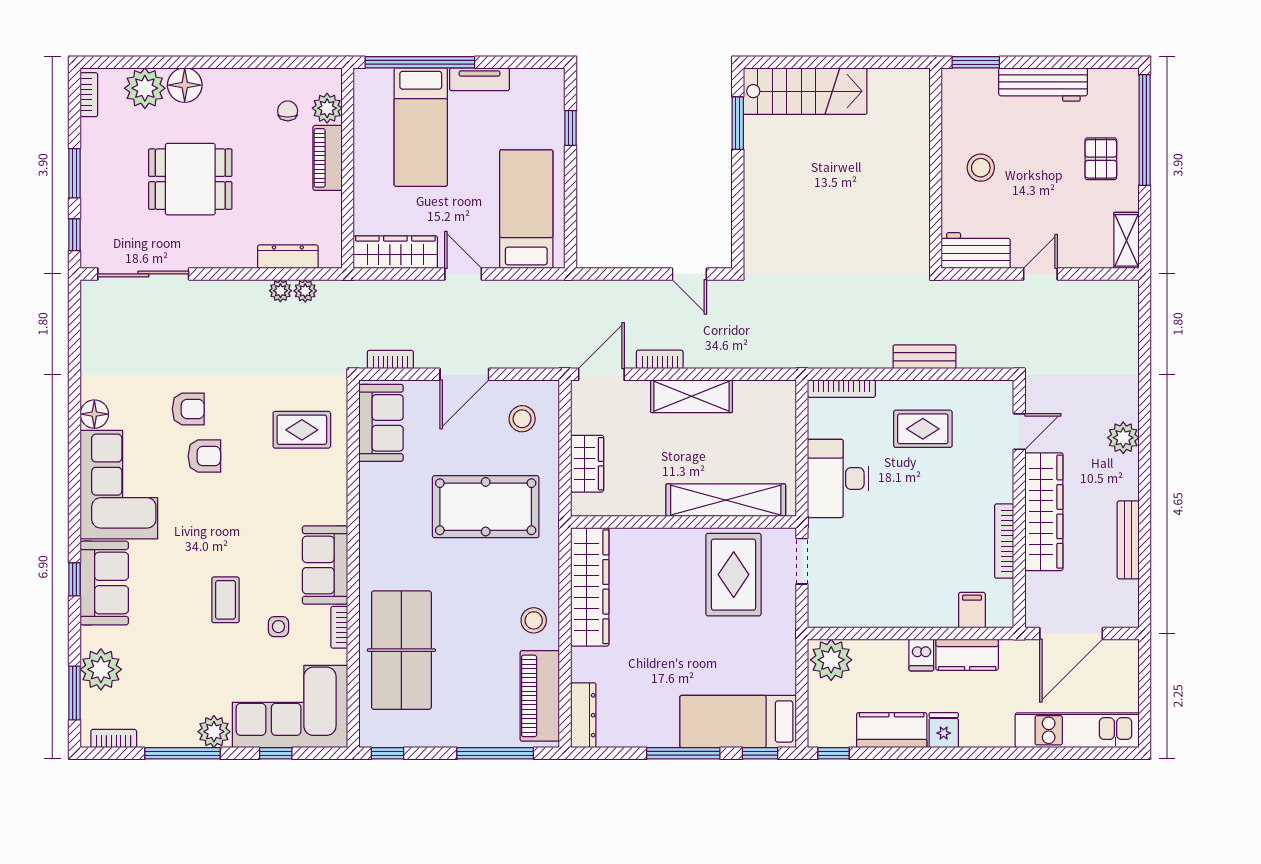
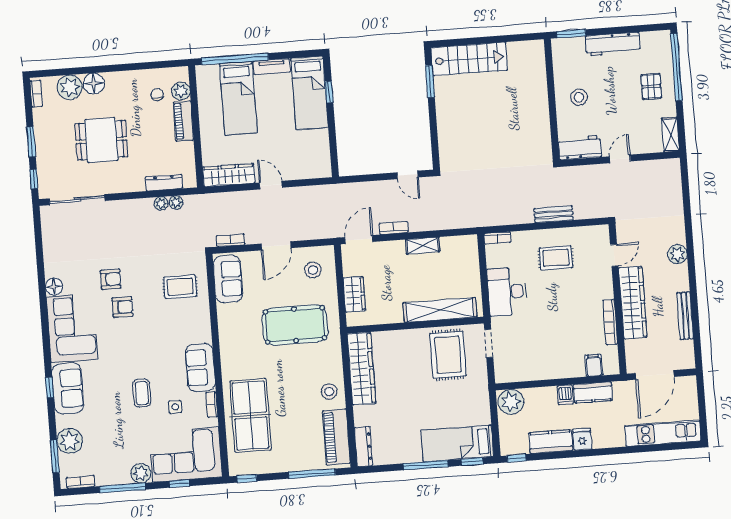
bed: (526, 209) -> (310, 93), moved, turned 180
bookcase: (841, 389) -> (497, 238), width x0.64
shelving: (691, 396) -> (422, 246), width x0.67, depth x0.75

